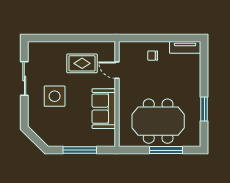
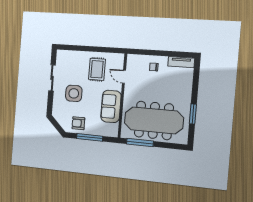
rug: (82, 63) -> (97, 69), turned 90
meeting table: (158, 121) -> (154, 120), width x1.36
armchair: (64, 134) -> (78, 123), added
window: (166, 150) -> (140, 143), moved

